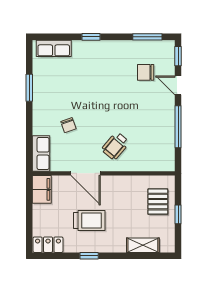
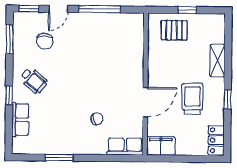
row of seats: (54, 48) -> (20, 120), moved
wheelchair: (115, 146) -> (34, 81), moved
shelving: (143, 245) -> (217, 61), moved

